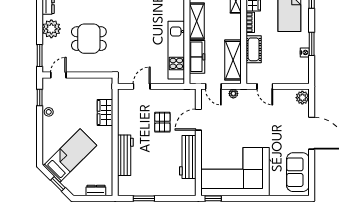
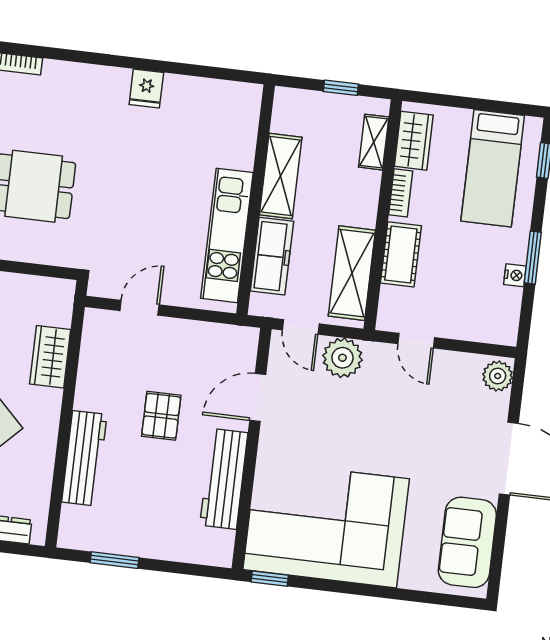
plant: (233, 94) -> (342, 358), width x1.88, depth x1.88
pallet: (162, 122) -> (161, 416), moved

